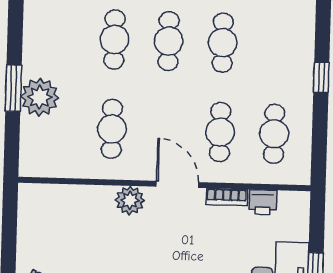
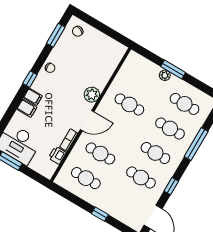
cafe table: (60, 38) -> (184, 104), added
plant: (40, 97) -> (165, 75), width x0.53, depth x0.53

